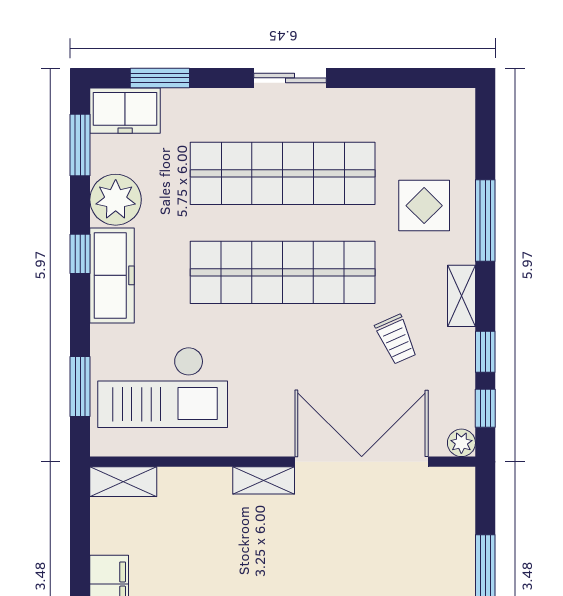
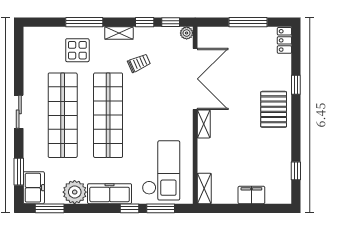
window: (80, 254) -> (129, 208), moved
double door: (362, 462) -> (195, 79), swing flipped

